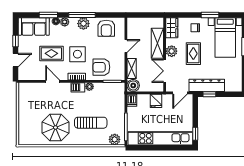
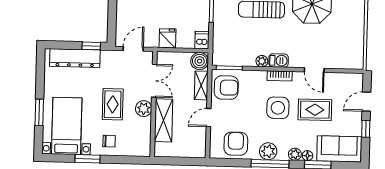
wardrobe: (172, 28) -> (142, 142), removed
armchair: (101, 67) -> (226, 88), moved
dresser: (207, 85) -> (75, 58), moved

